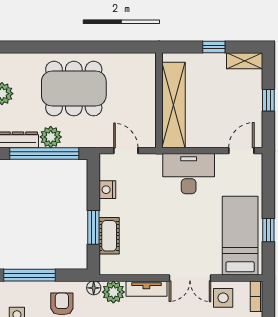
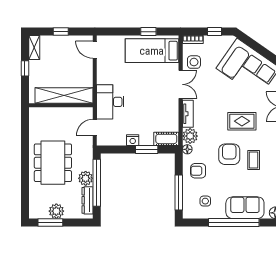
desk: (189, 174) -> (110, 102), moved
nightstand: (107, 190) -> (133, 140), moved
cot: (109, 236) -> (166, 139), moved

